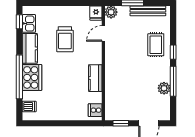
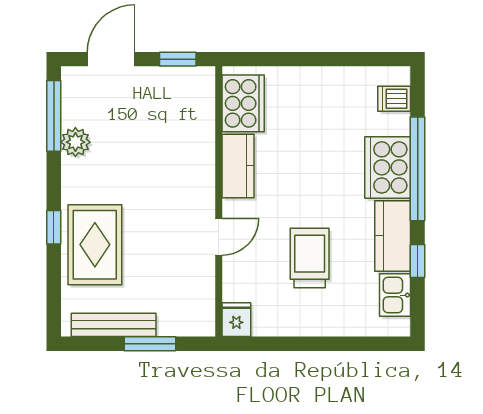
plant: (111, 12) -> (201, 322), removed
window: (19, 22) -> (418, 261), moved
door: (103, 33) -> (219, 237), moved
rug: (156, 45) -> (95, 245), width x1.36, depth x1.43
window: (173, 81) -> (54, 116), moved
cooker: (95, 110) -> (243, 103), width x1.87, depth x1.31

